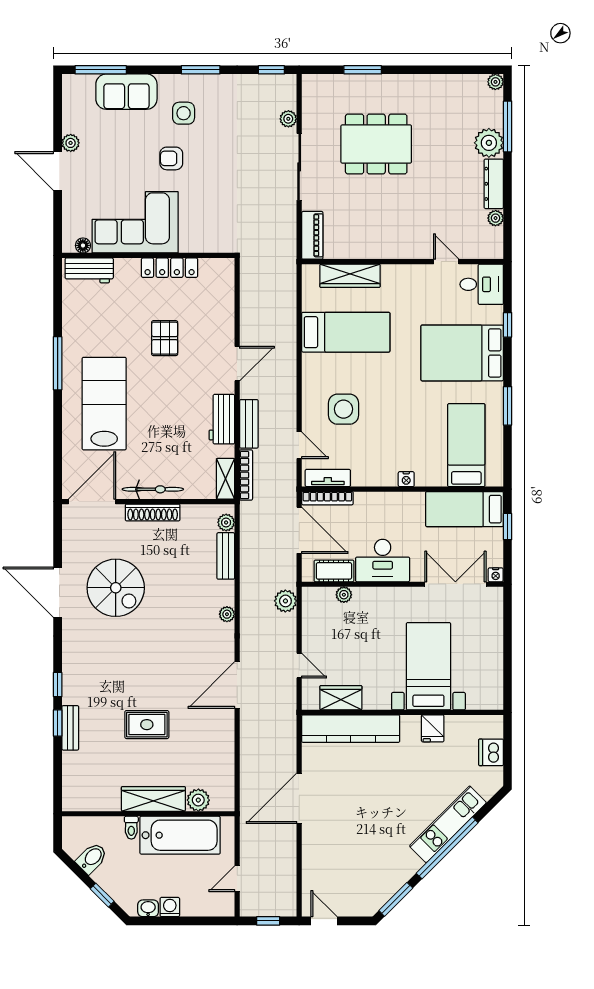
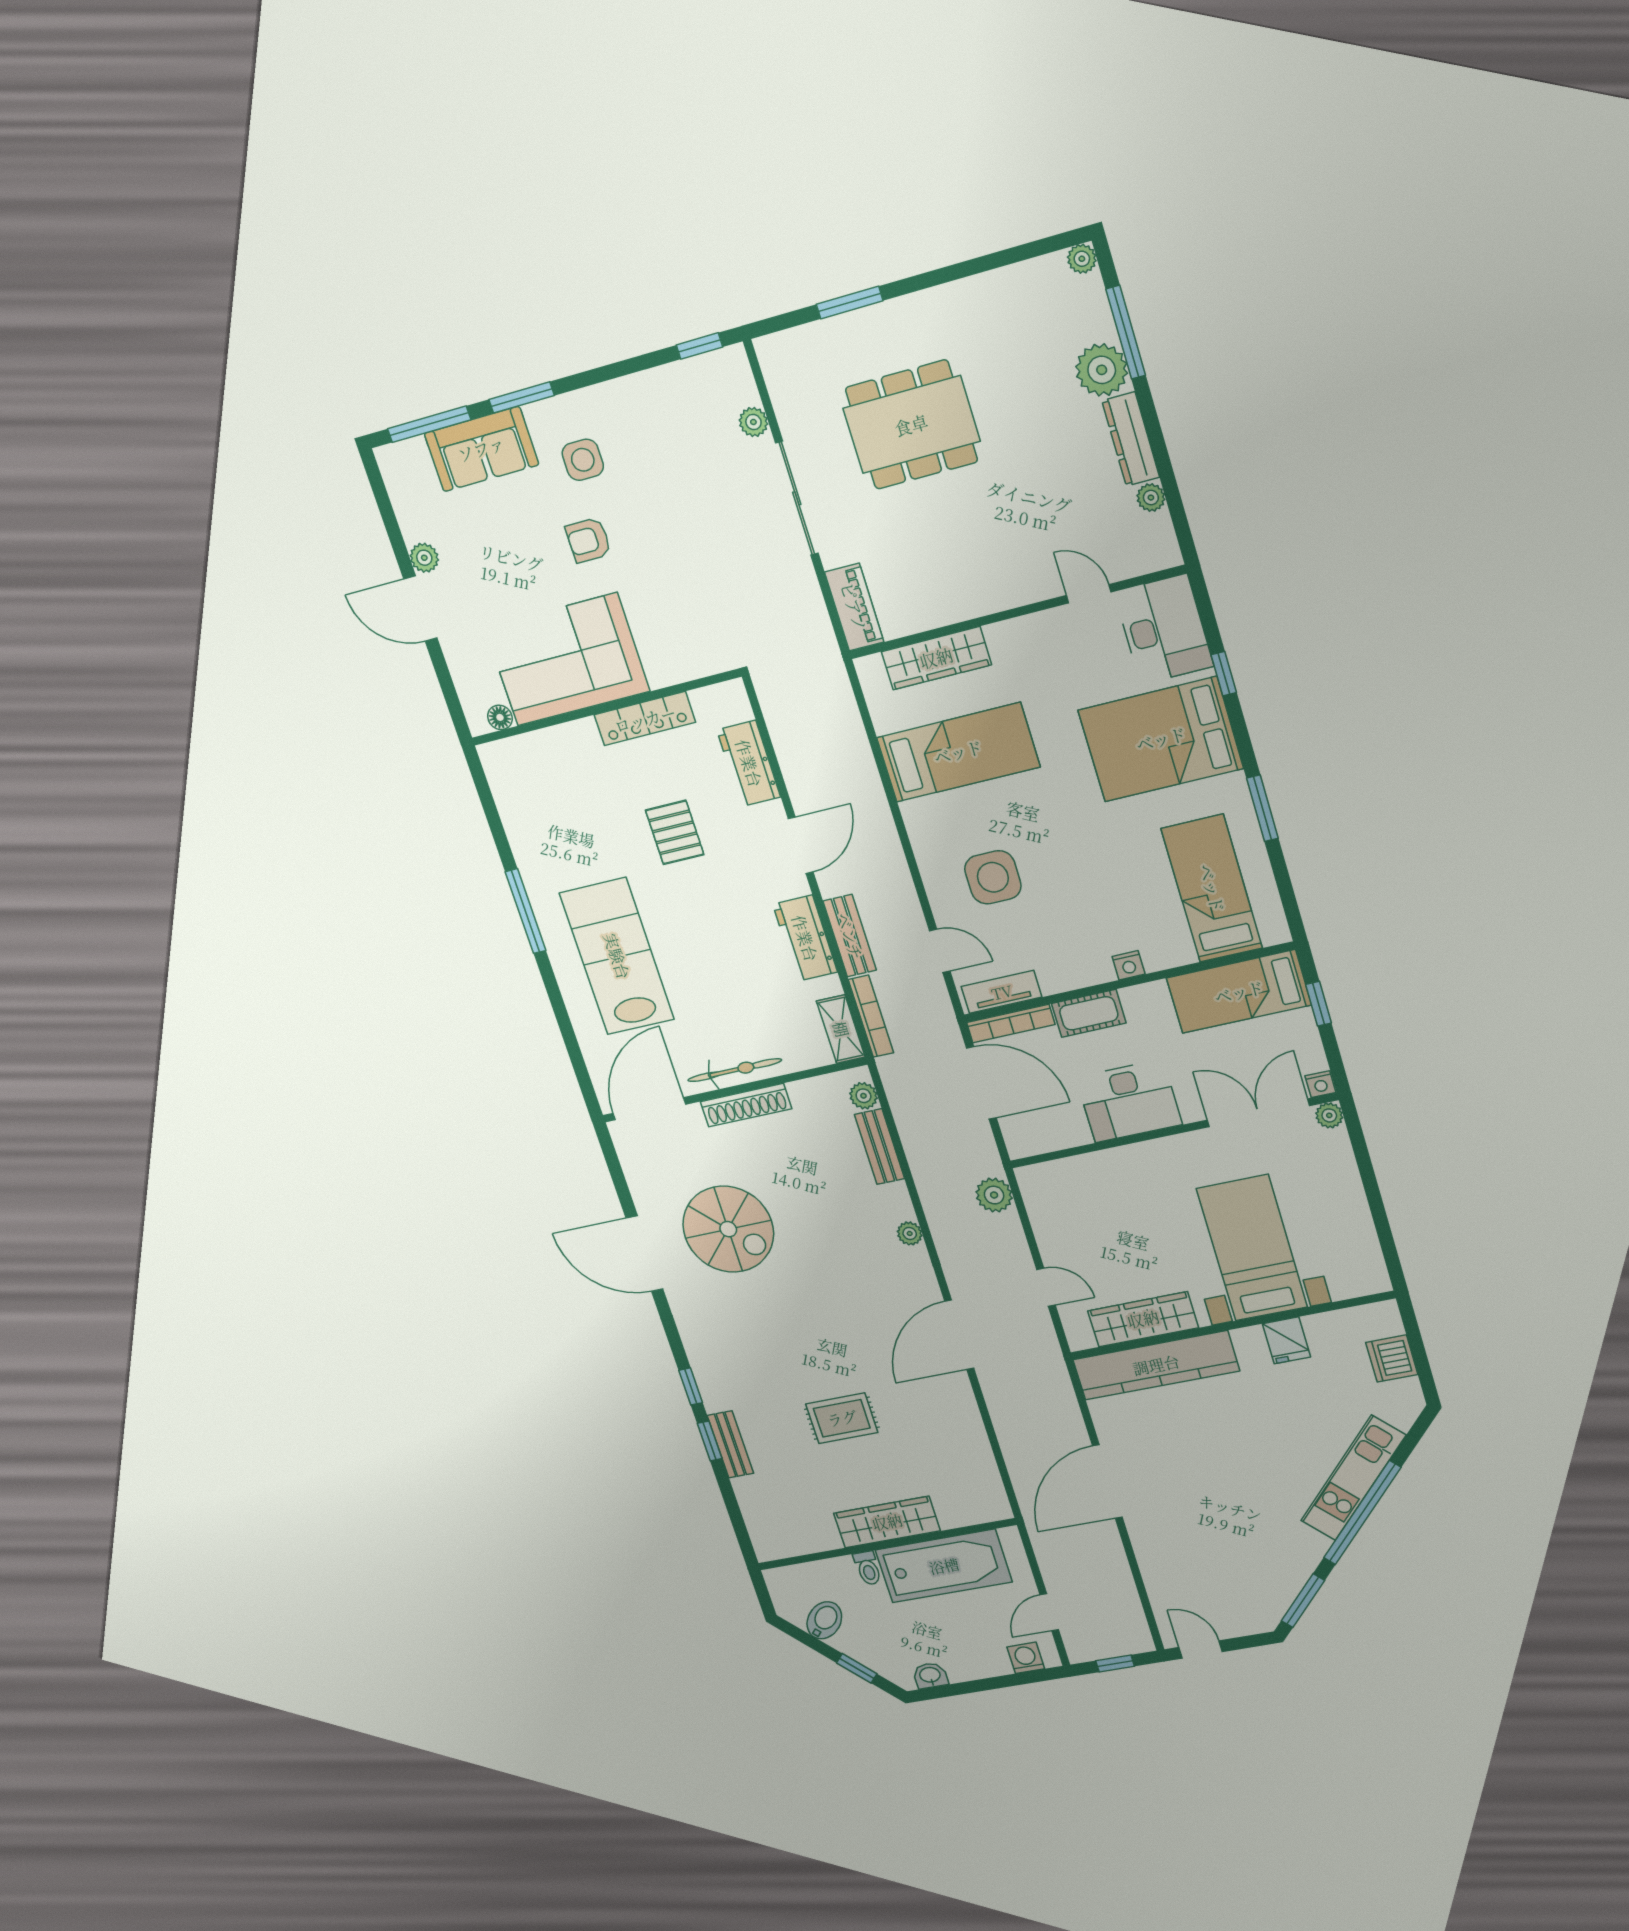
window: (201, 70) -> (522, 397), moved
workbench: (89, 270) -> (749, 763), moved, turned 90
desk: (482, 284) -> (1164, 629), width x1.37
cot: (334, 571) -> (1089, 1013), moved
plant: (344, 595) -> (1329, 1115), moved
wardrobe: (341, 698) -> (1143, 1319), width x1.50
plant: (198, 800) -> (954, 1512), removed
washing machine: (170, 907) -> (1026, 1658), moved

